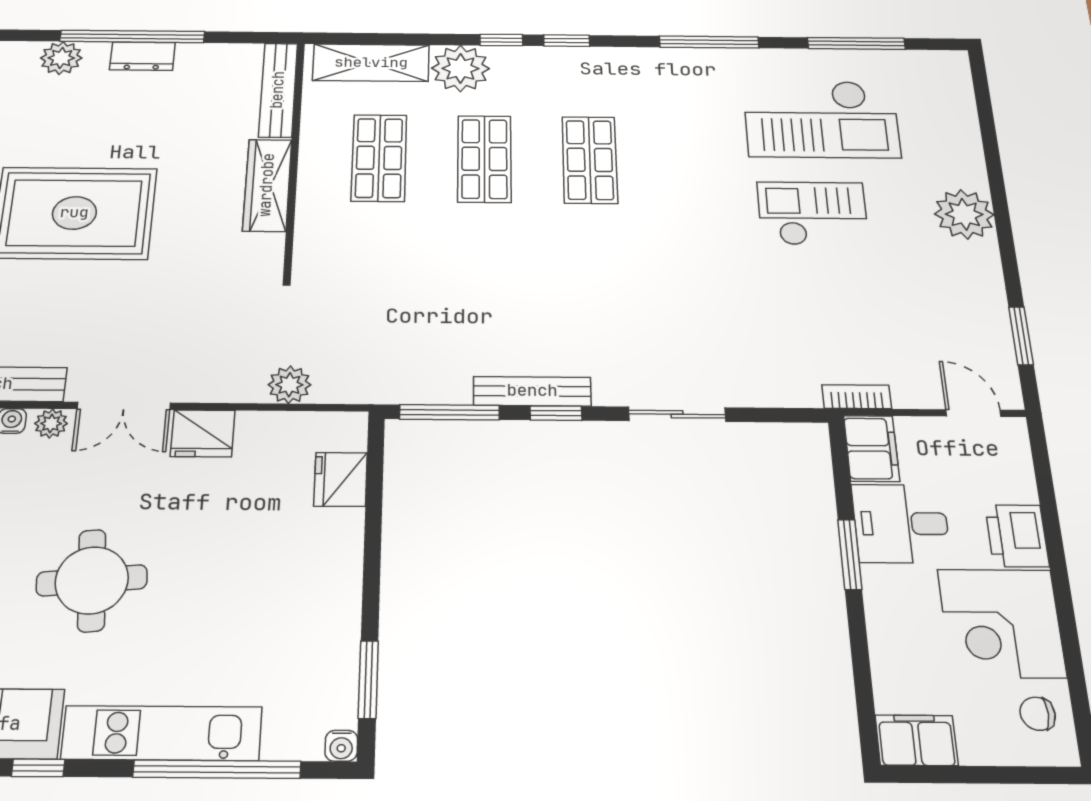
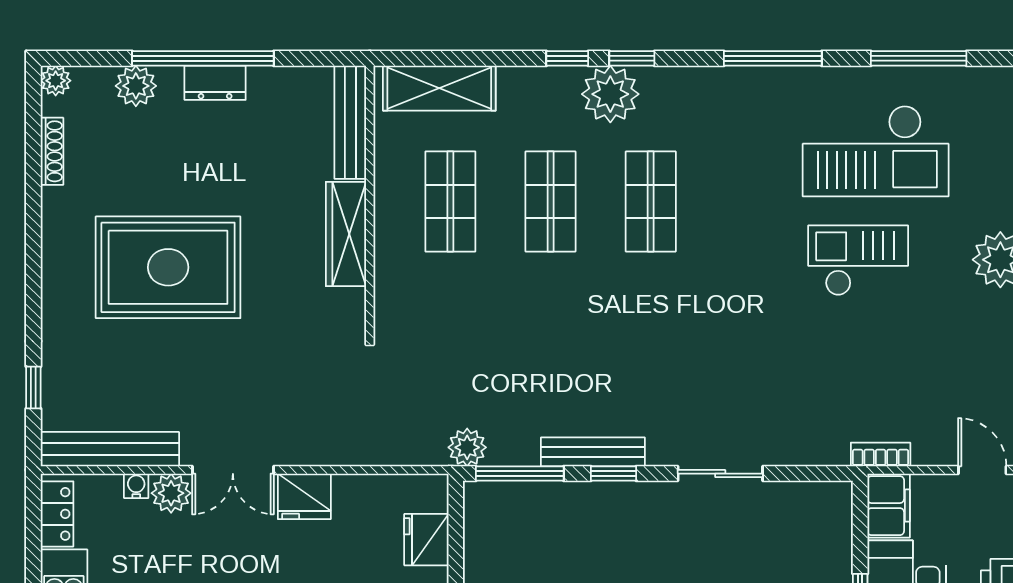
plant: (461, 68) -> (610, 94), moved
plant: (289, 385) -> (467, 447), moved
plant: (51, 423) -> (171, 493), width x1.38, depth x1.38

